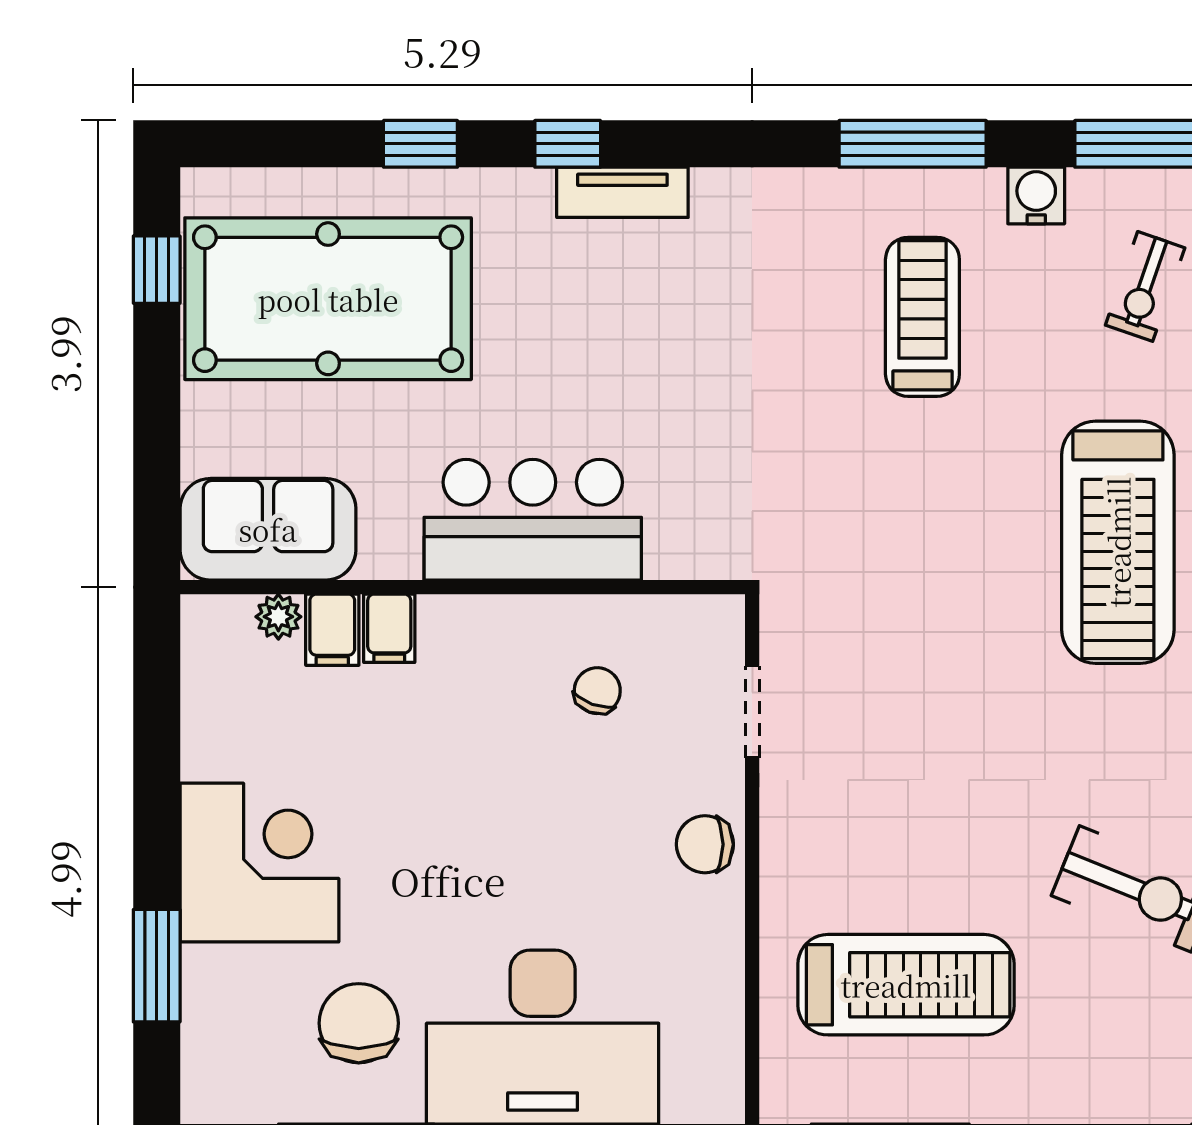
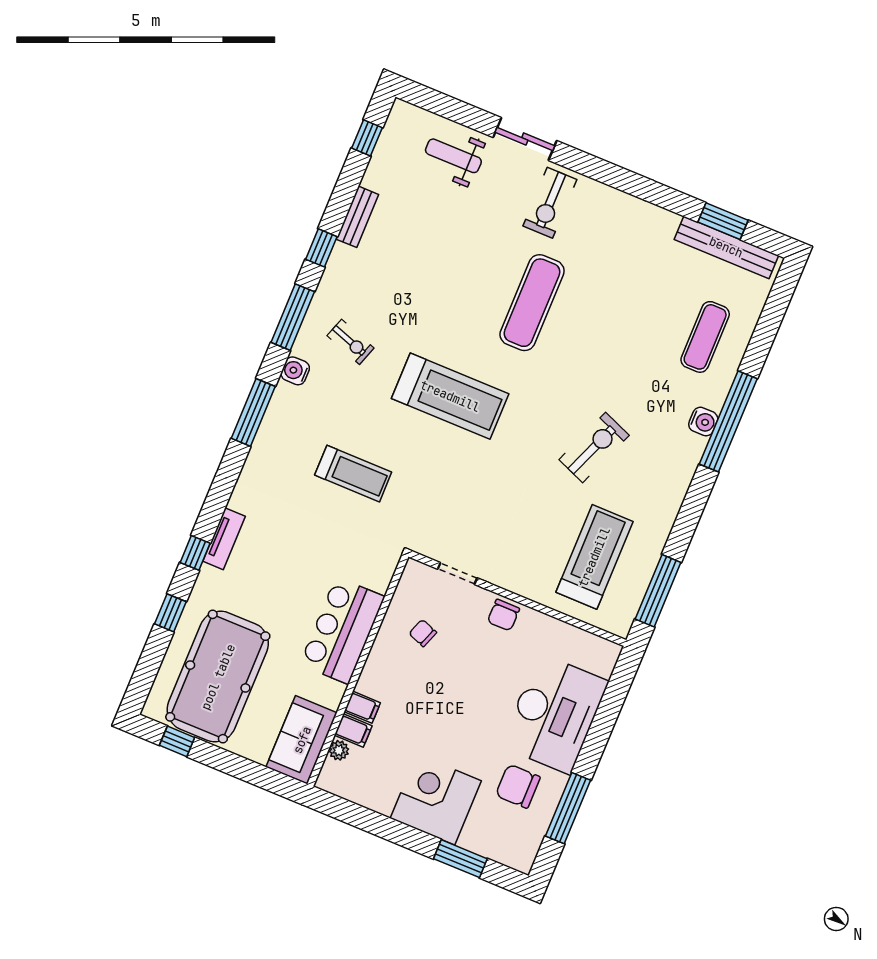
treadmill: (922, 317) -> (353, 474), moved, turned 180

